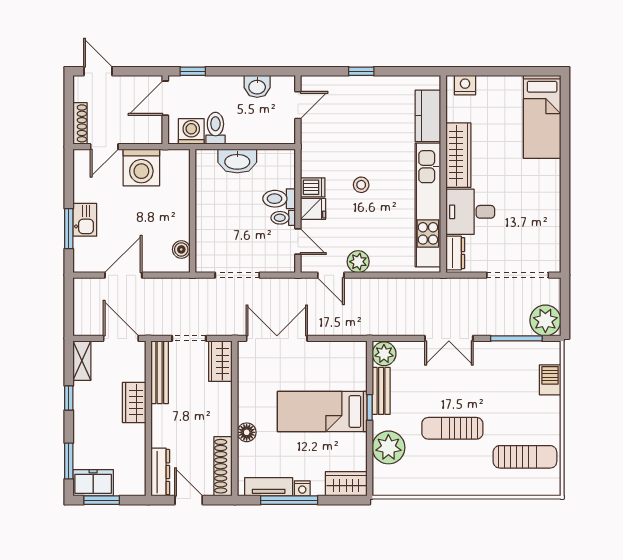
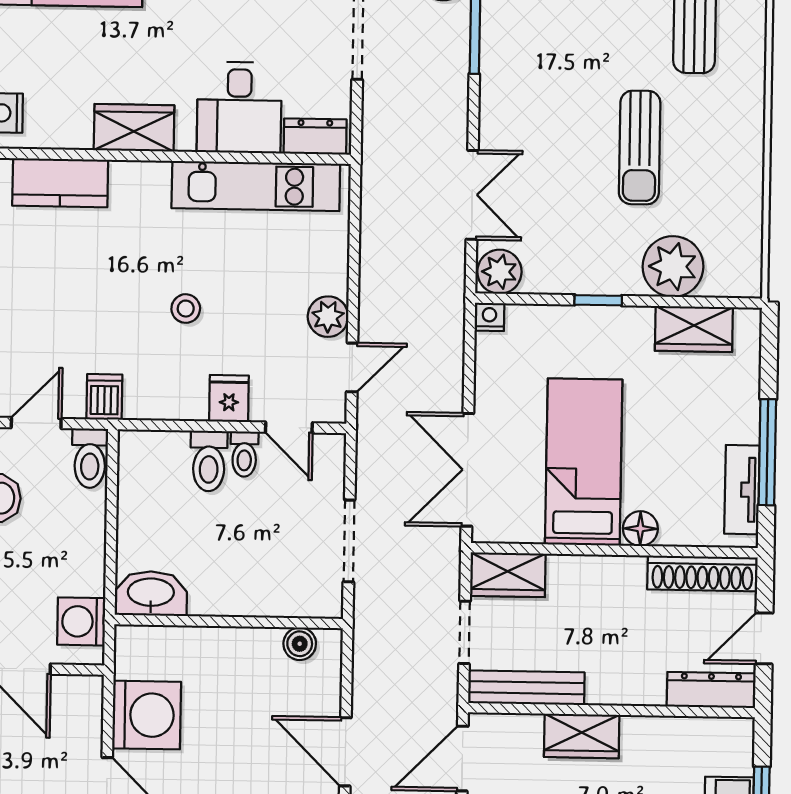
door: (298, 105) -> (36, 423), hinge flipped
toilet: (215, 128) -> (90, 458), moved, turned -90
wardrobe: (458, 155) -> (134, 128), width x0.67
washbasin: (237, 161) -> (151, 593), moved, turned -90
dishwasher: (313, 187) -> (104, 397), moved
kitchen unit: (428, 205) -> (256, 186), width x0.73
door: (298, 242) -> (289, 427), swing flipped
double door: (449, 338) -> (472, 195), moved
bench: (381, 391) -> (568, 278), removed
bed: (322, 411) -> (584, 462), moved, turned 180
wardrobe: (346, 484) -> (694, 329), moved, turned -90
nightstand: (302, 488) -> (489, 317), moved, turned -90

